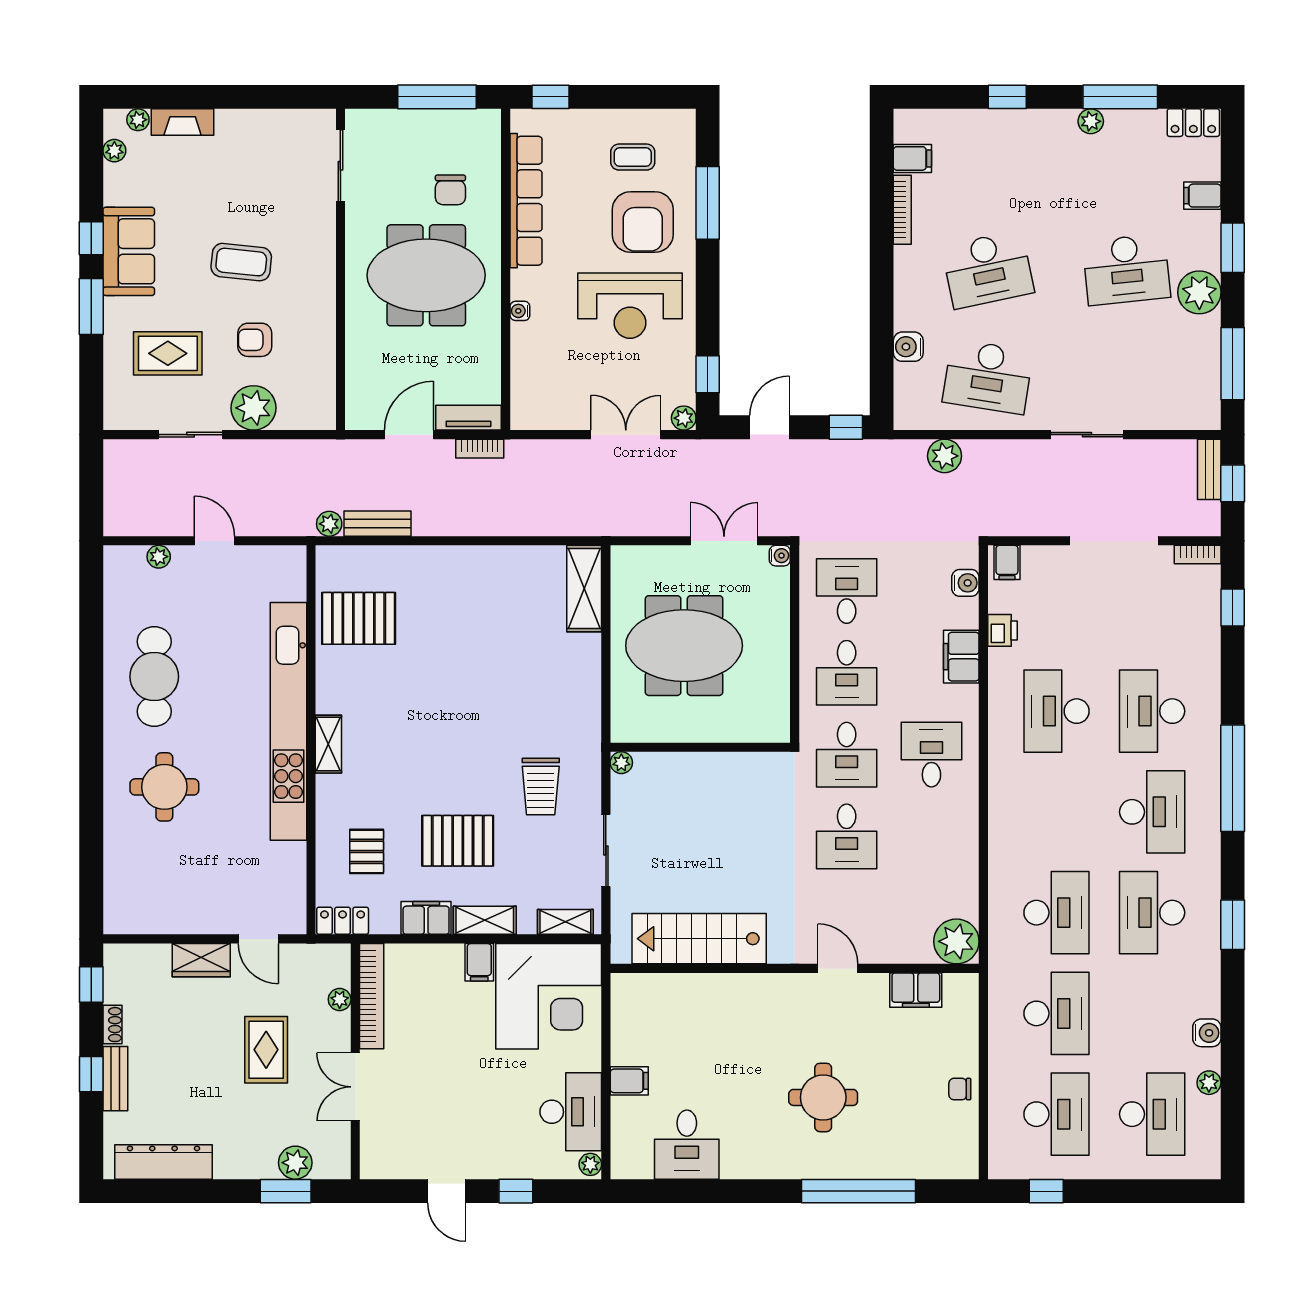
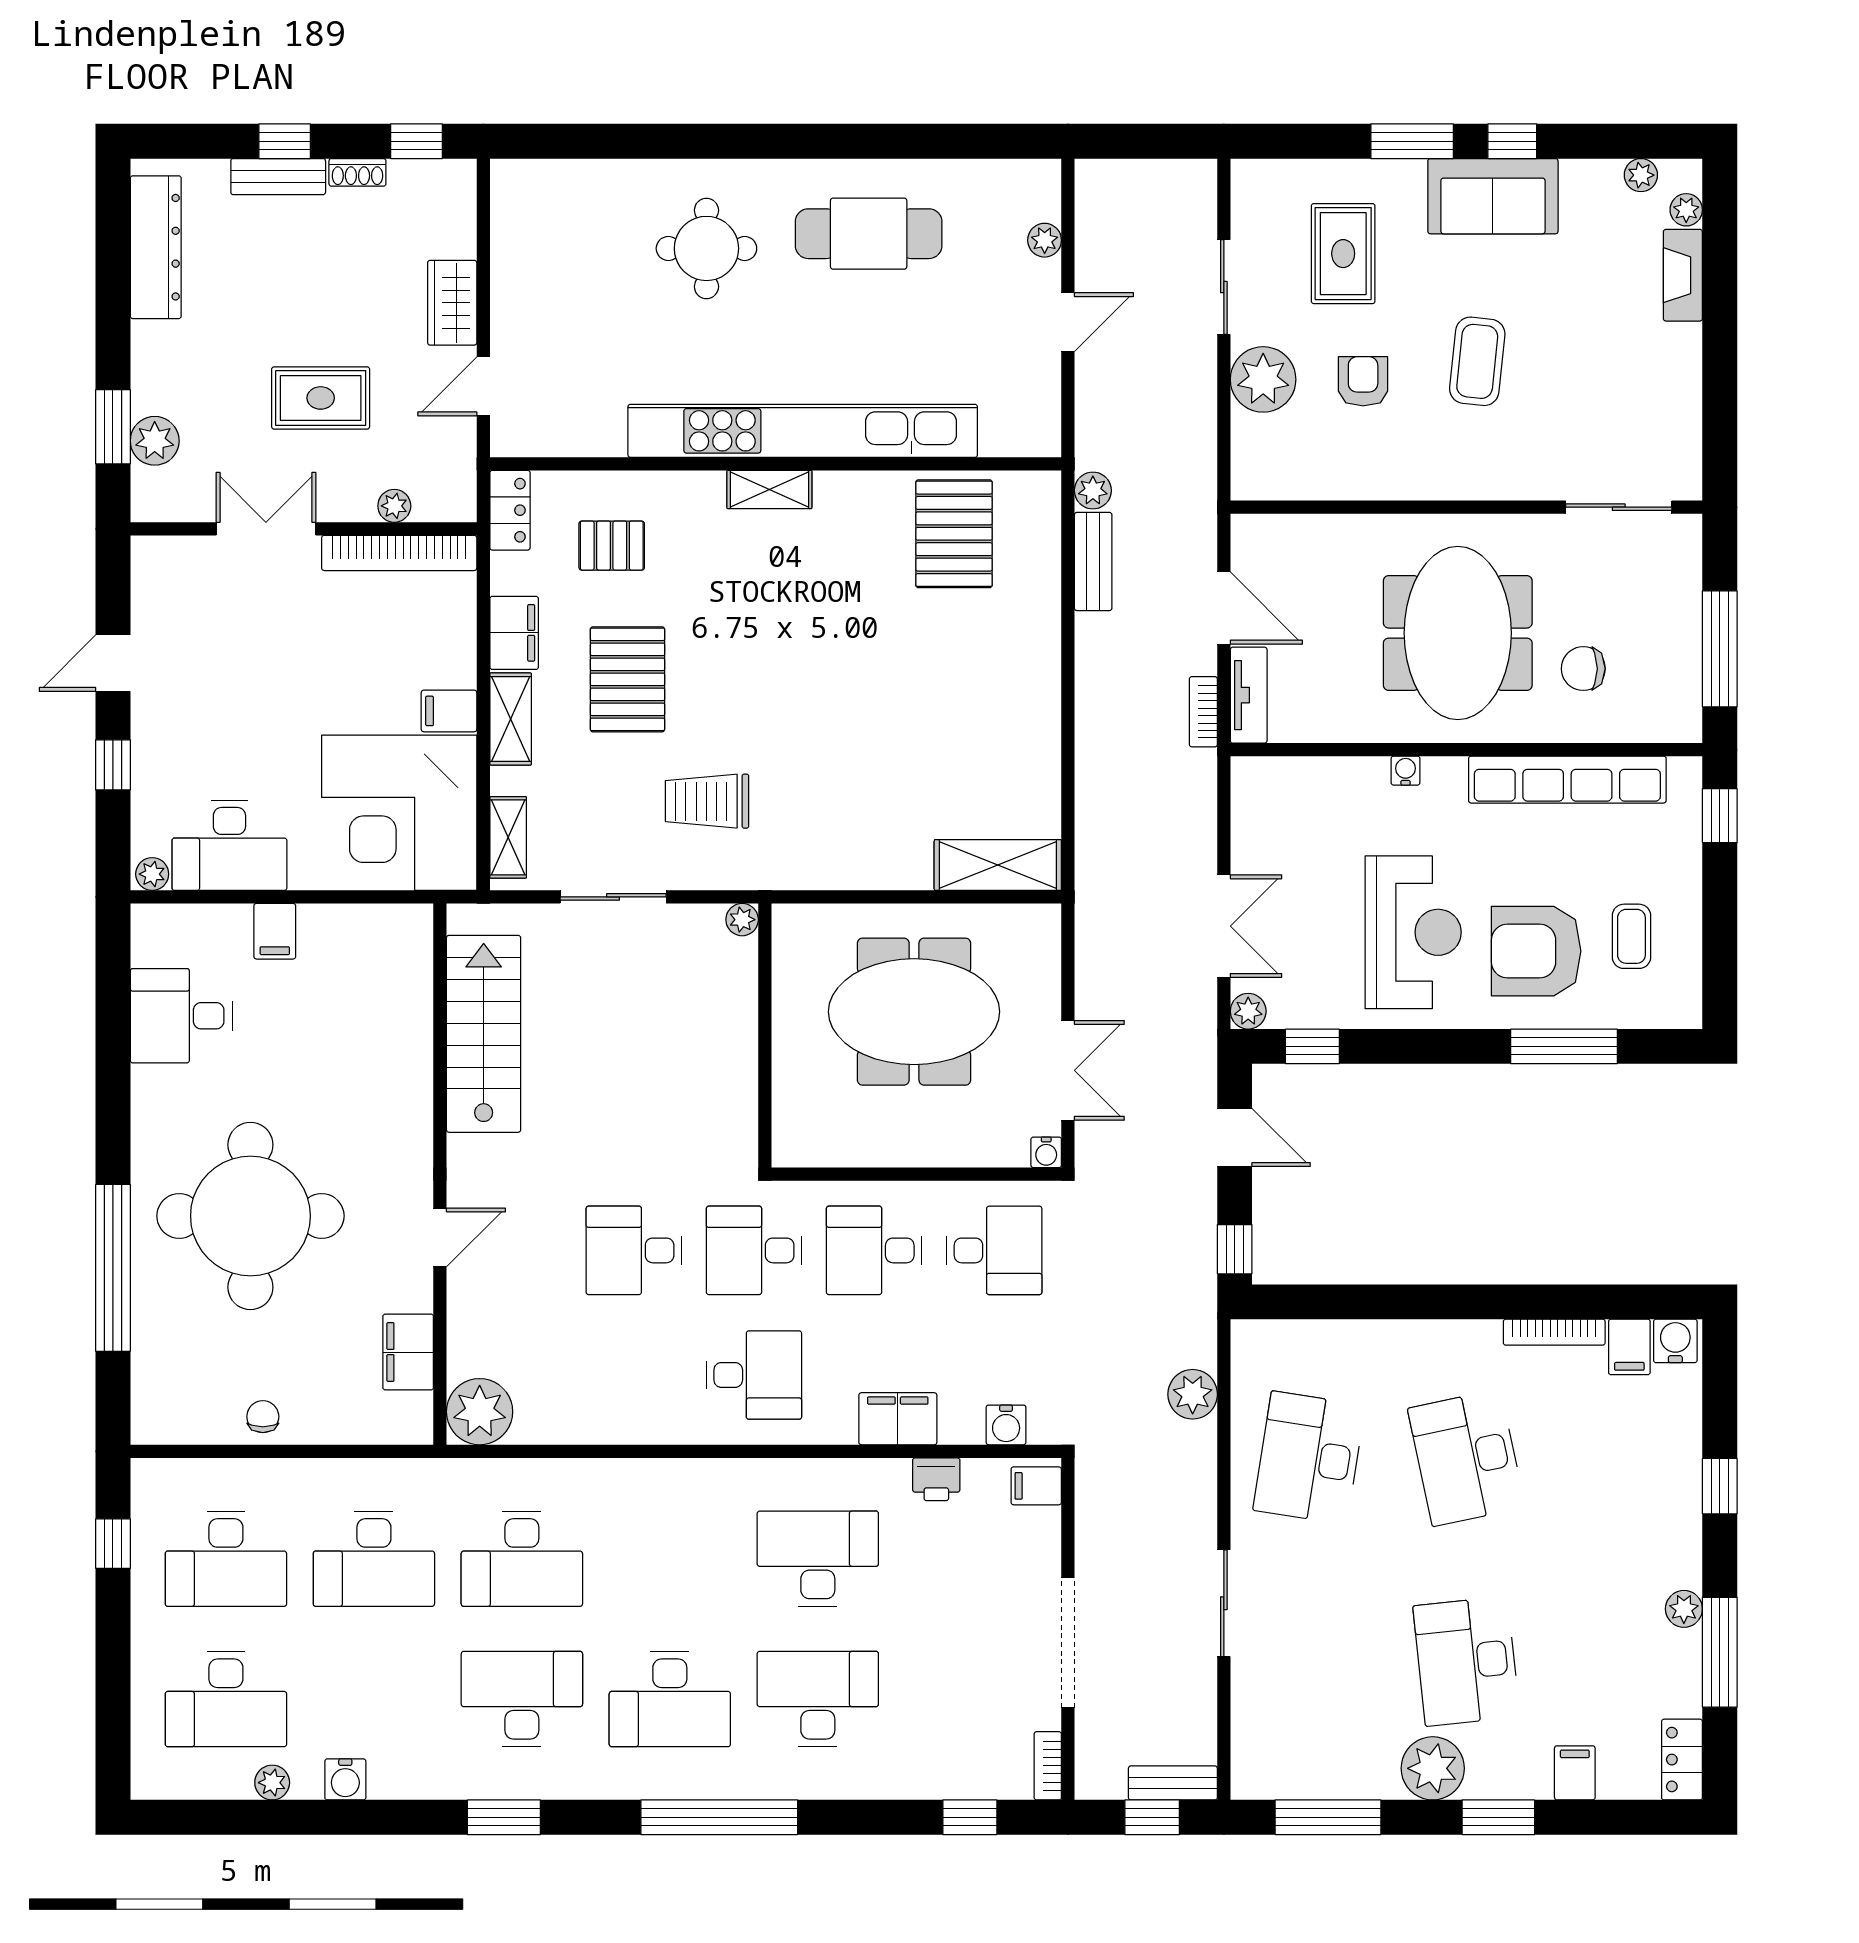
reception desk: (630, 306) -> (1413, 932), turned 180
water cooler: (908, 347) -> (1675, 1341), moved
meeting table: (684, 646) -> (914, 1012), turned 90
round table: (823, 1097) -> (250, 1216), width x1.86, depth x1.86

